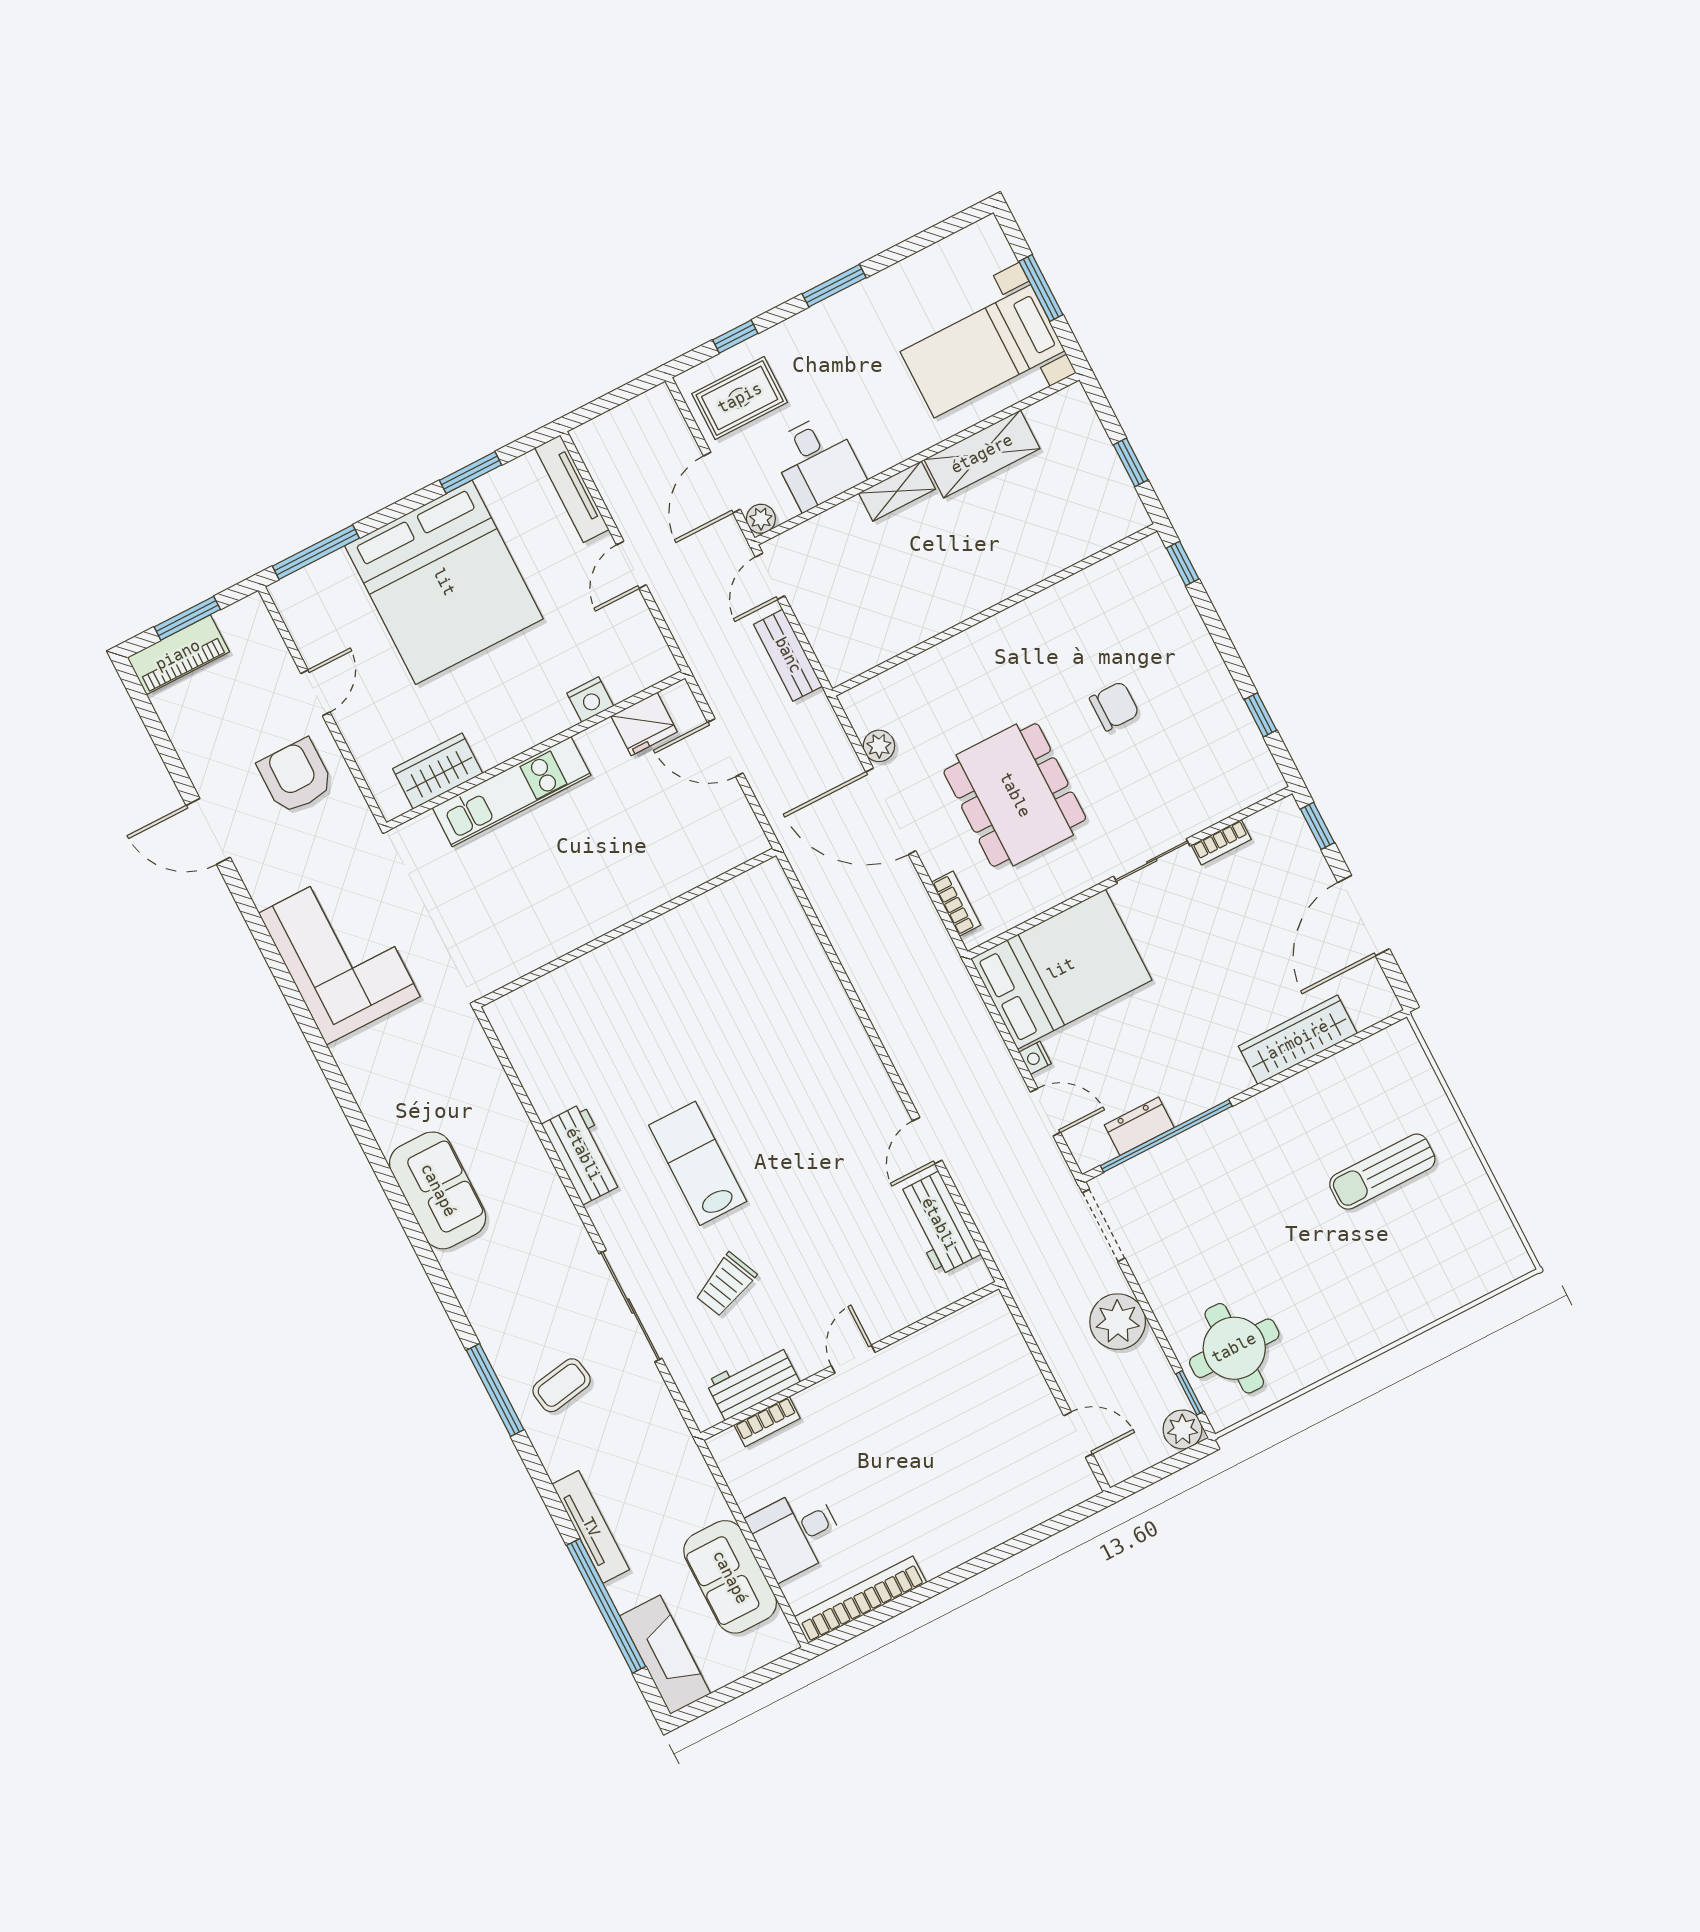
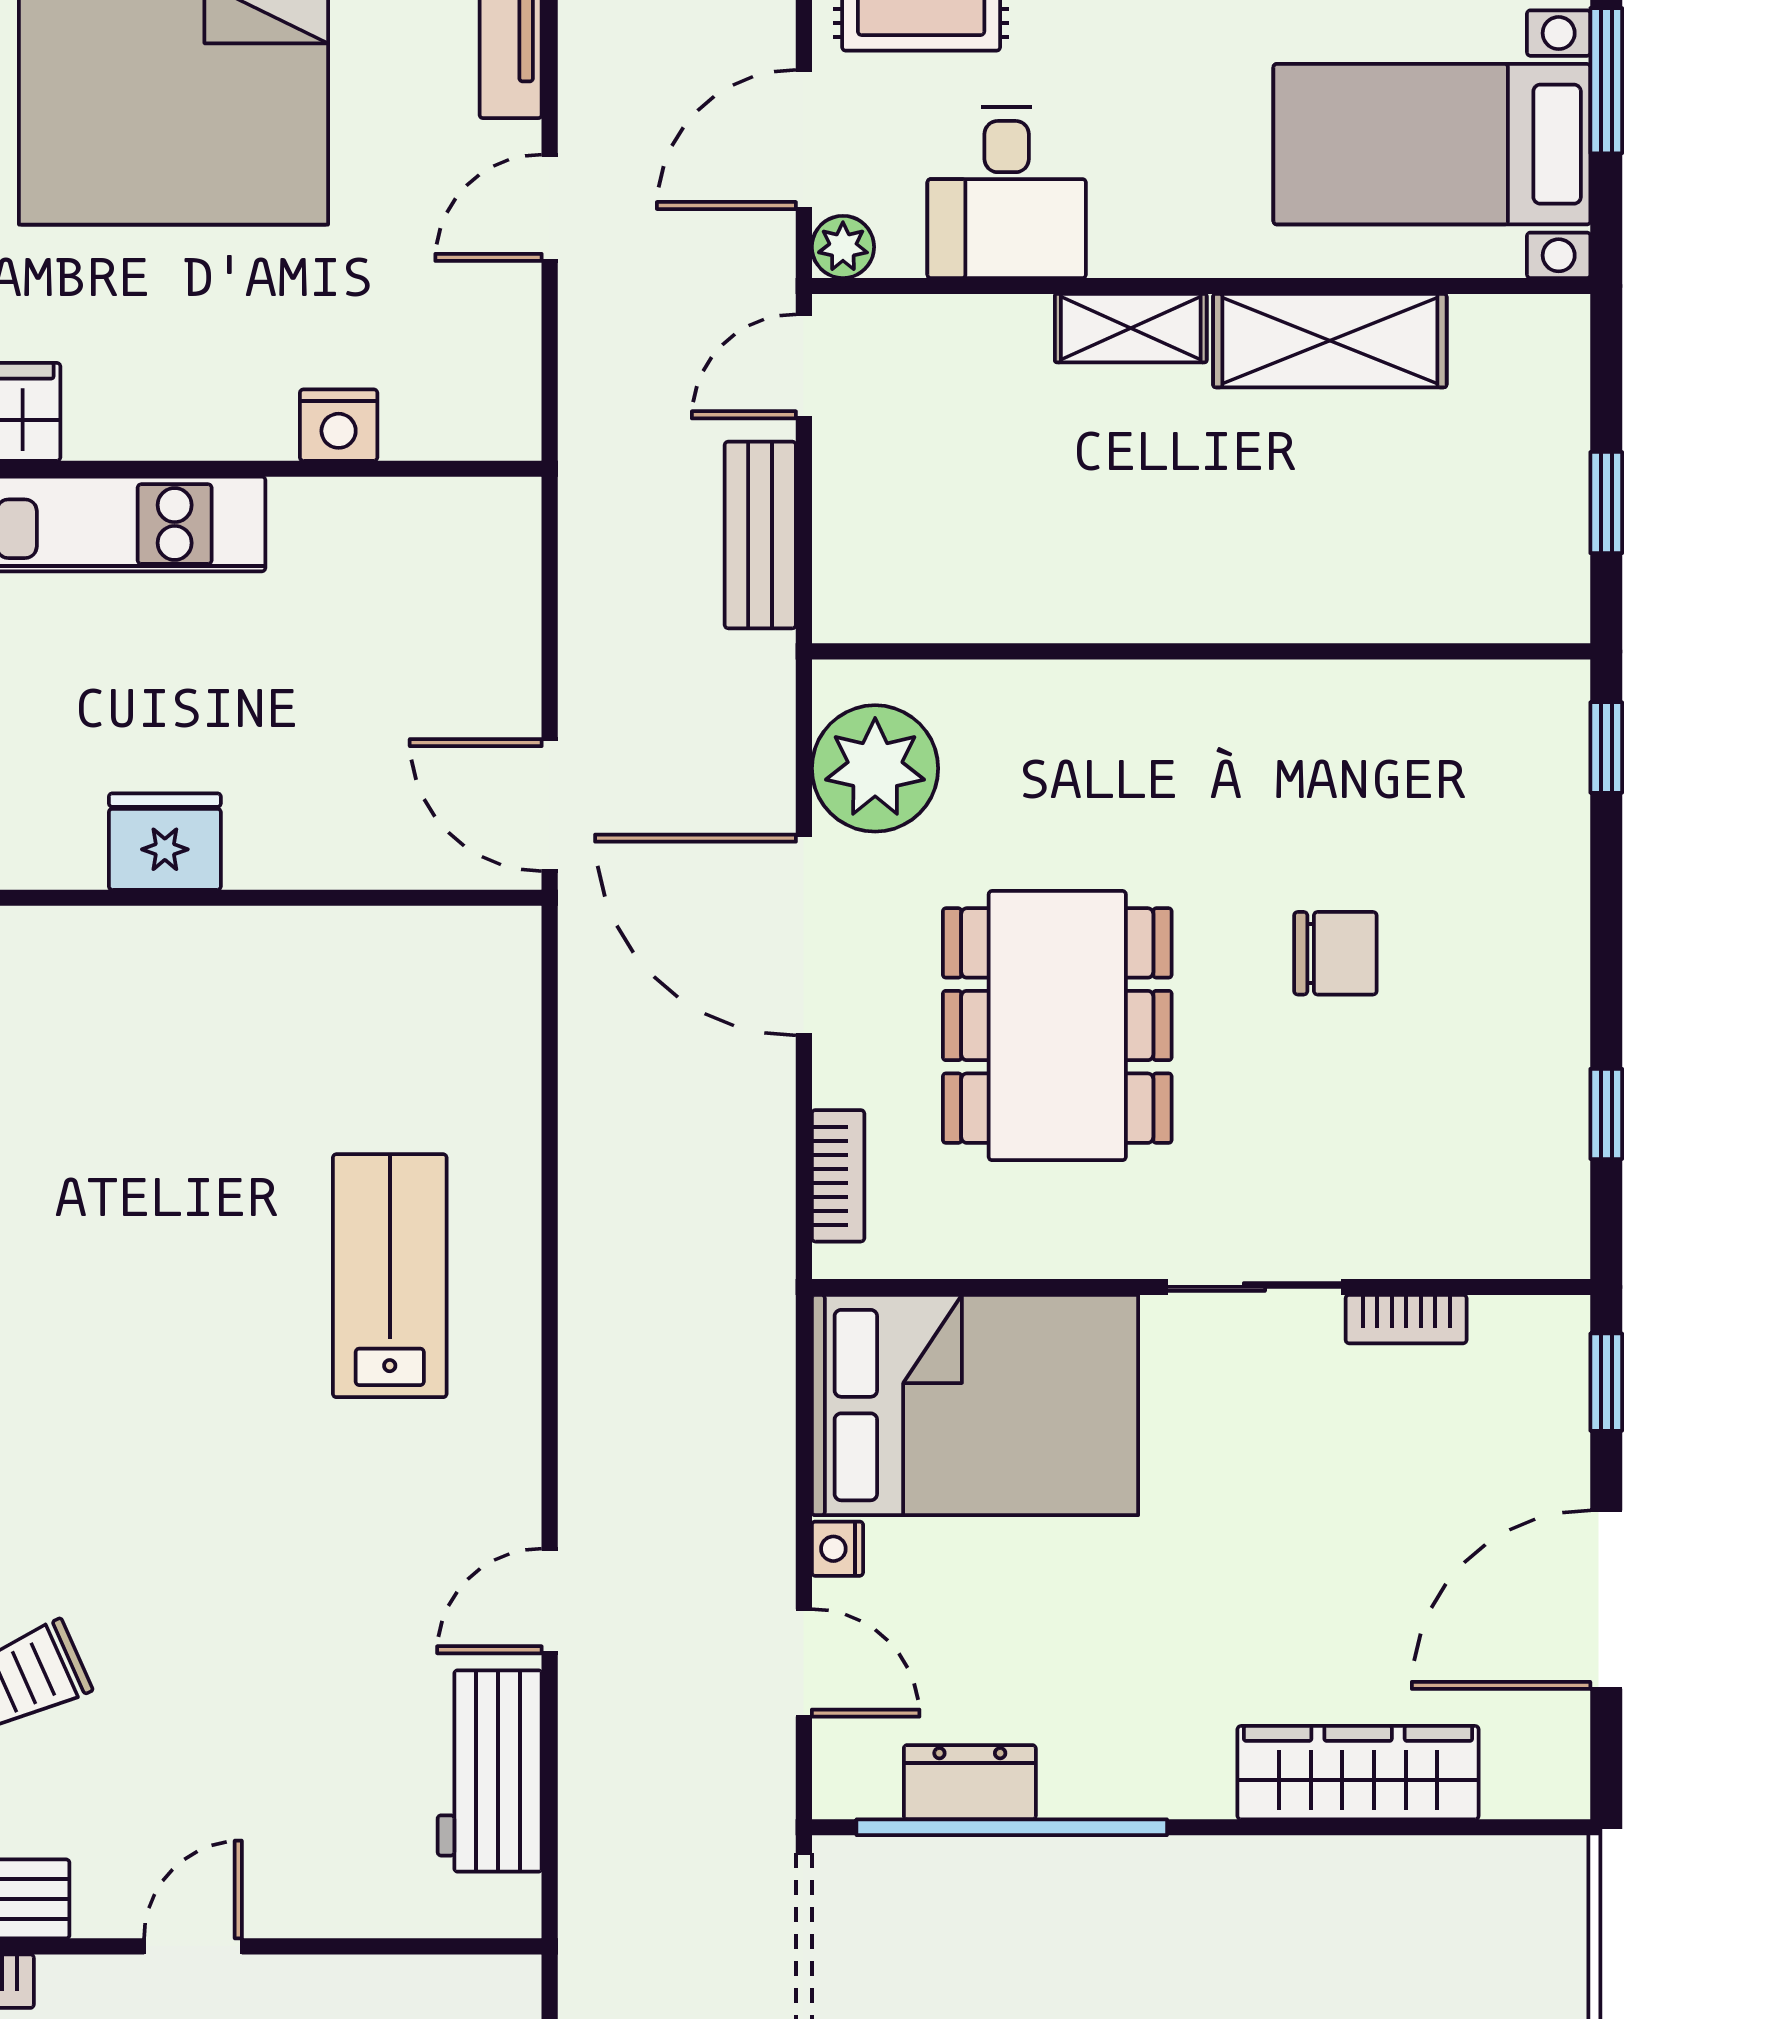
fridge: (644, 724) -> (165, 842), moved, turned 180
plant: (879, 746) -> (875, 768), width x1.88, depth x1.88
door: (725, 748) -> (550, 805), moved
lab bench: (698, 1163) -> (390, 1276), moved

